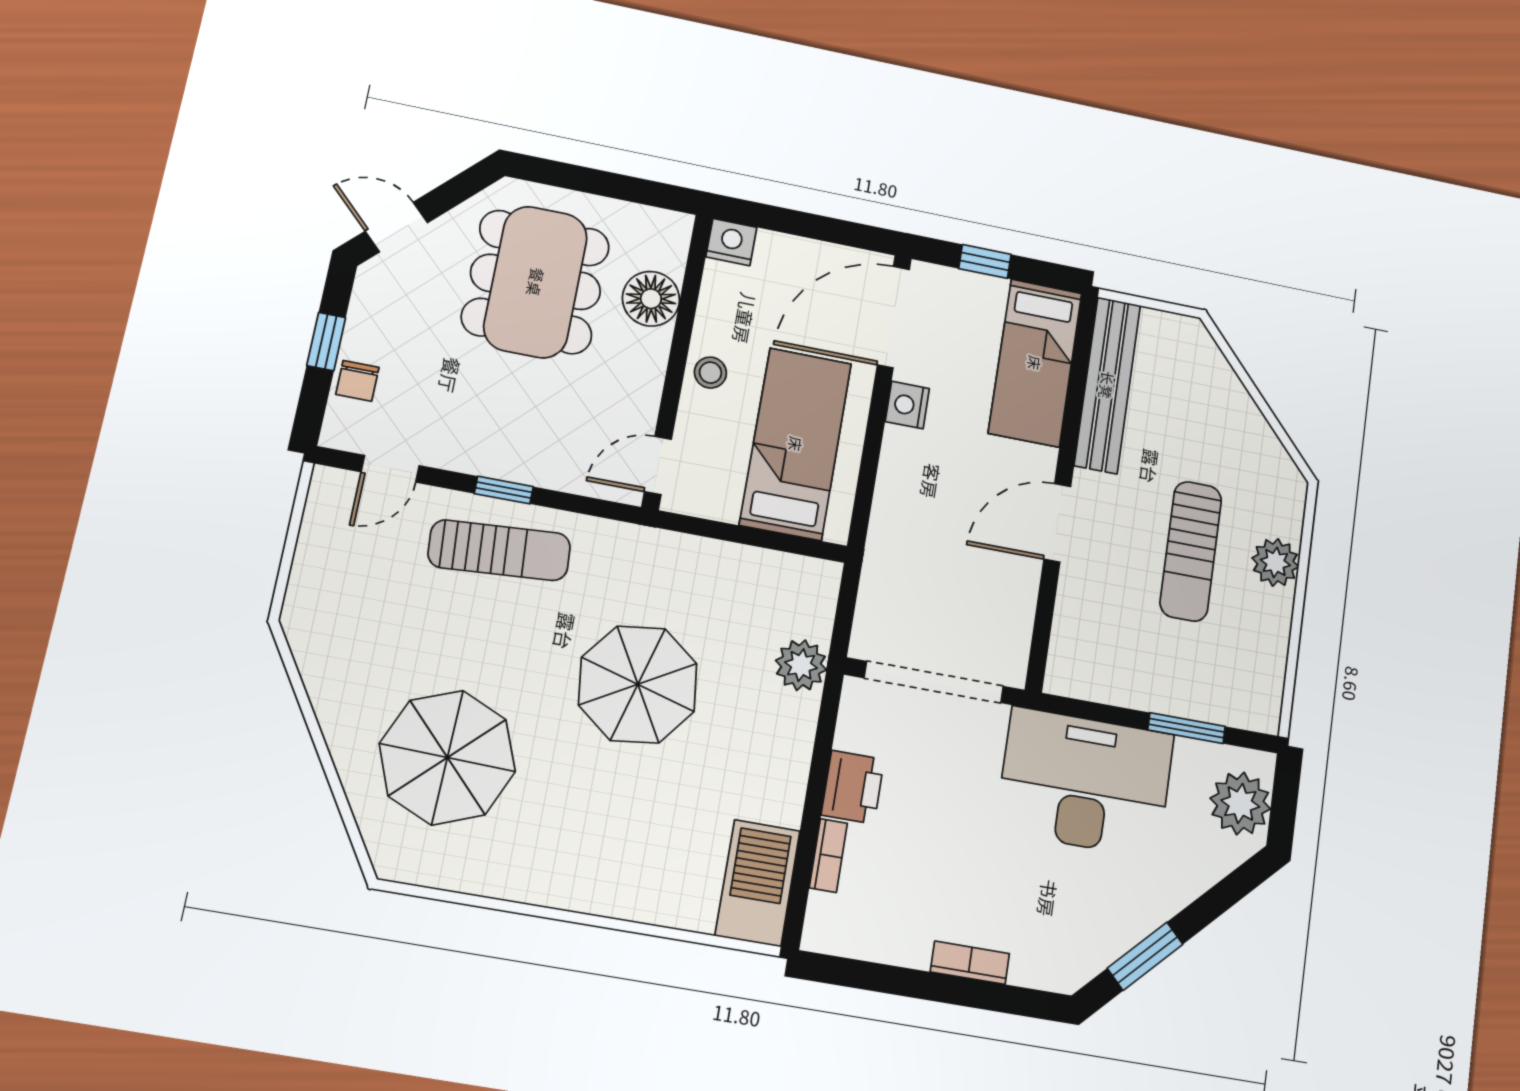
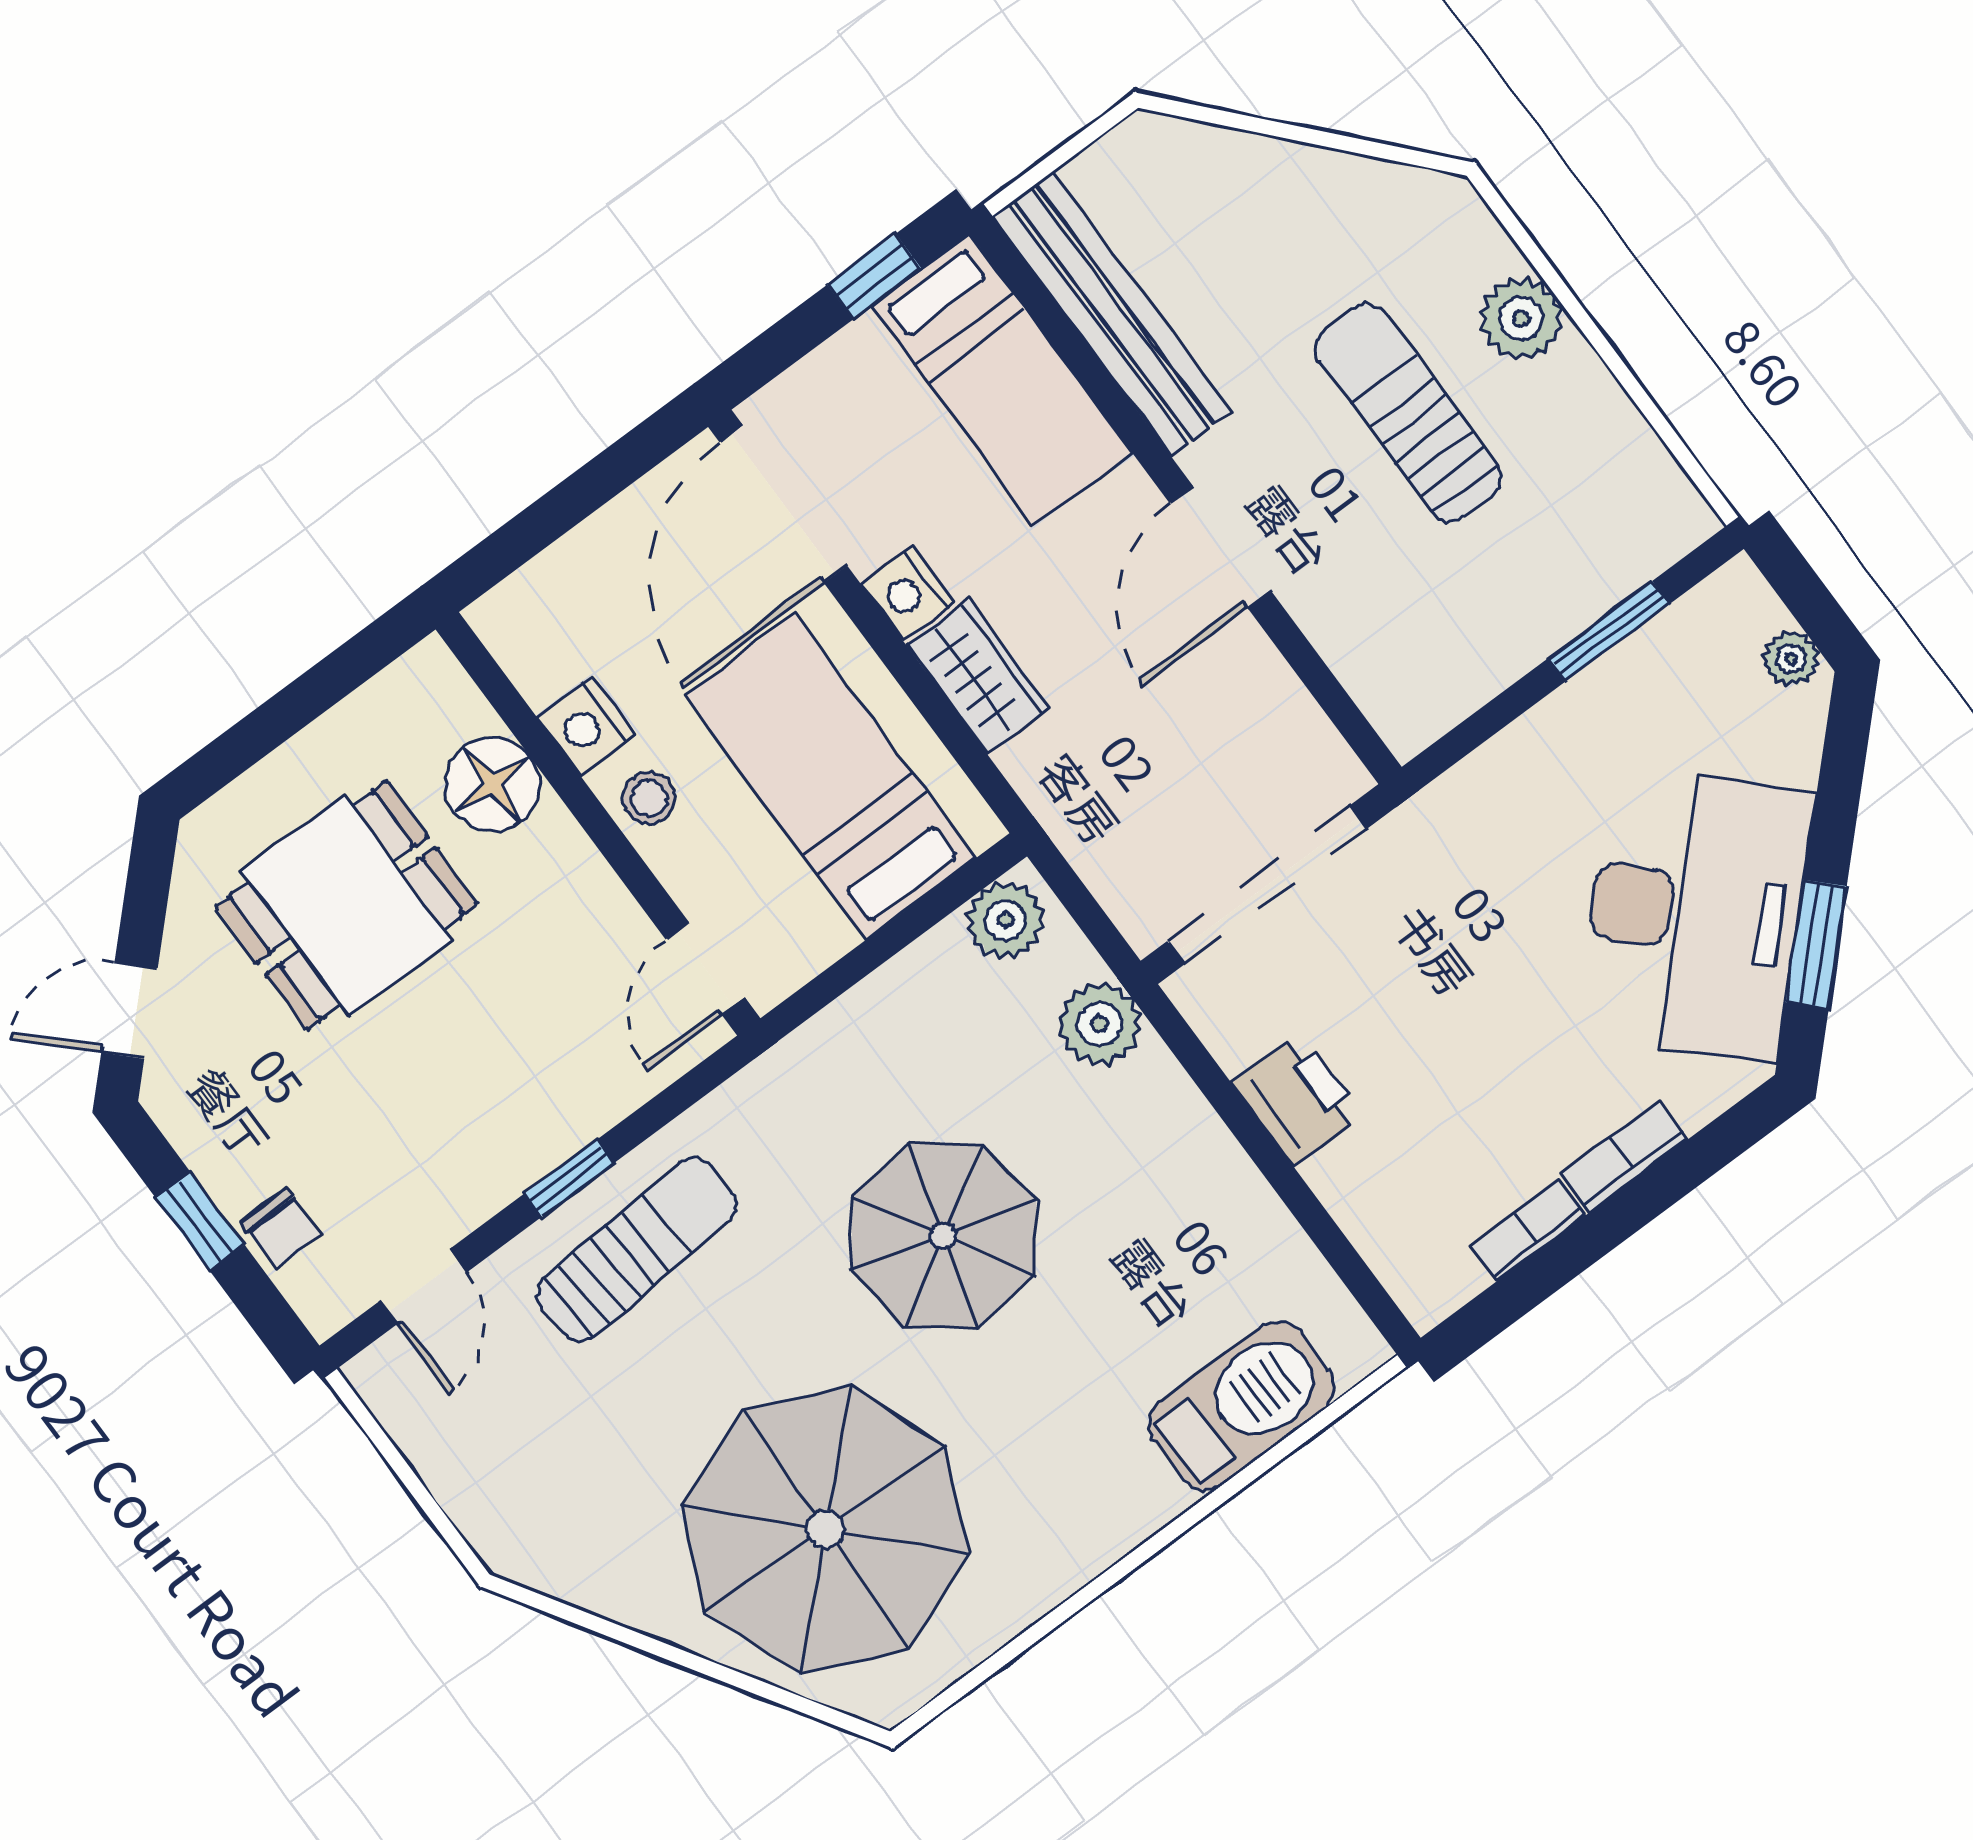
nightstand: (731, 242) -> (586, 726), moved, turned -90
window: (985, 261) -> (874, 277), moved
dining table: (536, 282) -> (347, 905), width x0.73
wardrobe: (901, 469) -> (978, 676), added
sun lounger: (1191, 551) -> (1409, 413), turned 180
plant: (807, 580) -> (1005, 920), added
parasol: (447, 758) -> (826, 1529), width x1.36, depth x1.36
desk: (1085, 782) -> (1695, 914), moved, turned 135
plant: (1240, 803) -> (1791, 659), width x0.53, depth x0.53
bookcase: (828, 855) -> (1528, 1231), moved, turned -90
barbecue: (758, 883) -> (1241, 1406), moved, turned 90

